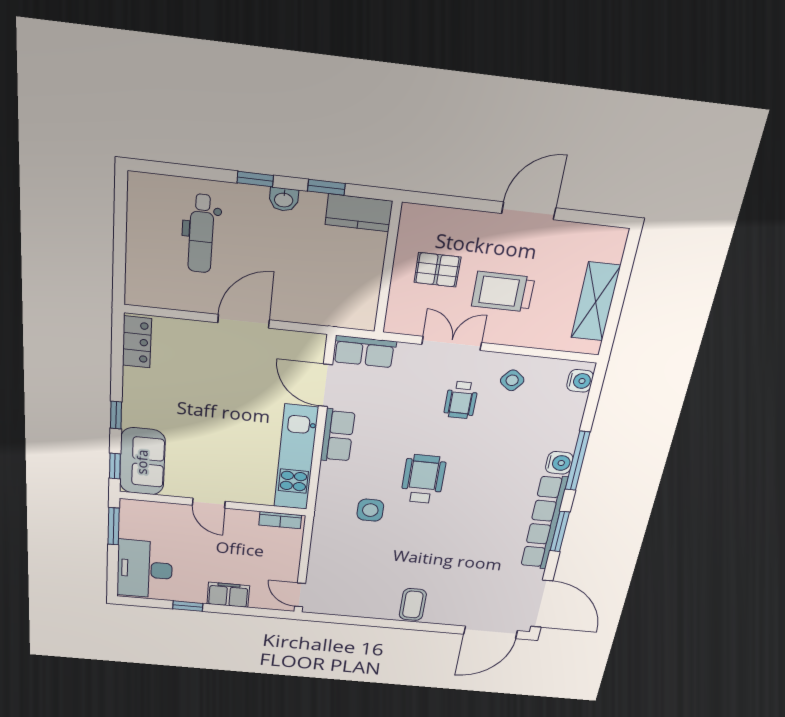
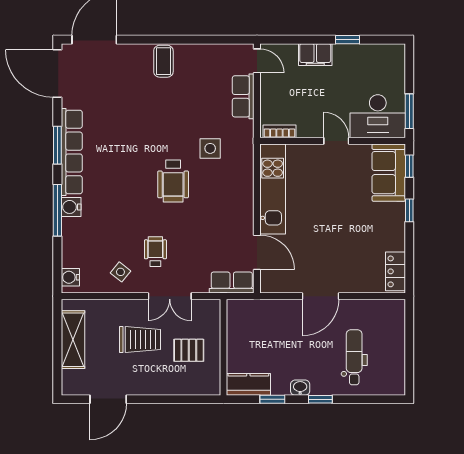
door: (529, 211) -> (108, 399), moved
row of seats: (338, 436) -> (243, 96), moved
desk: (145, 569) -> (378, 116), moved, turned 90

